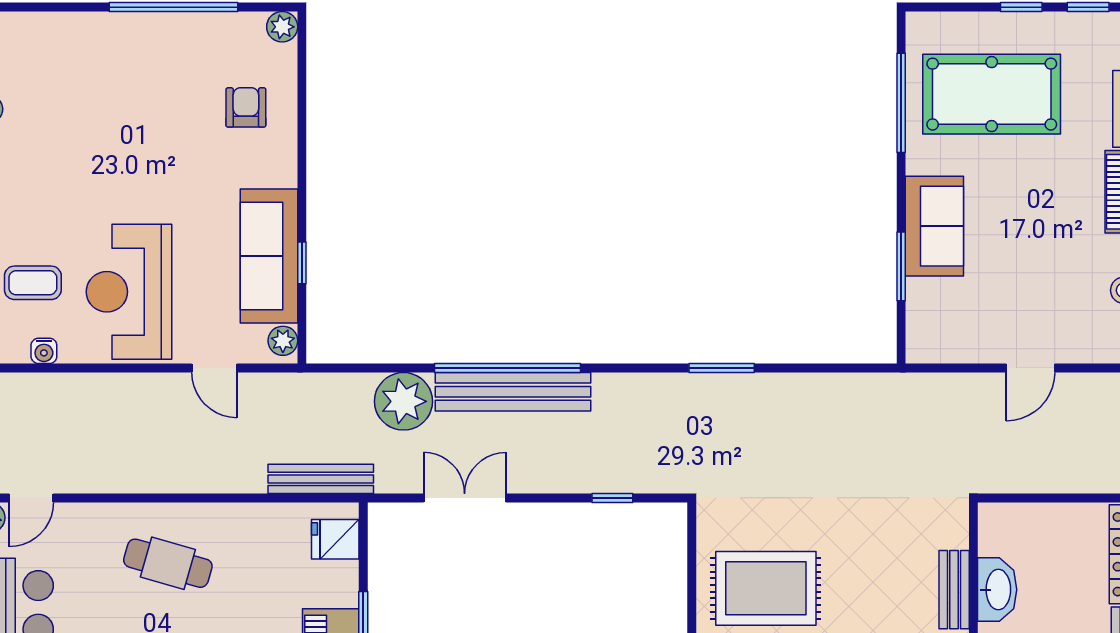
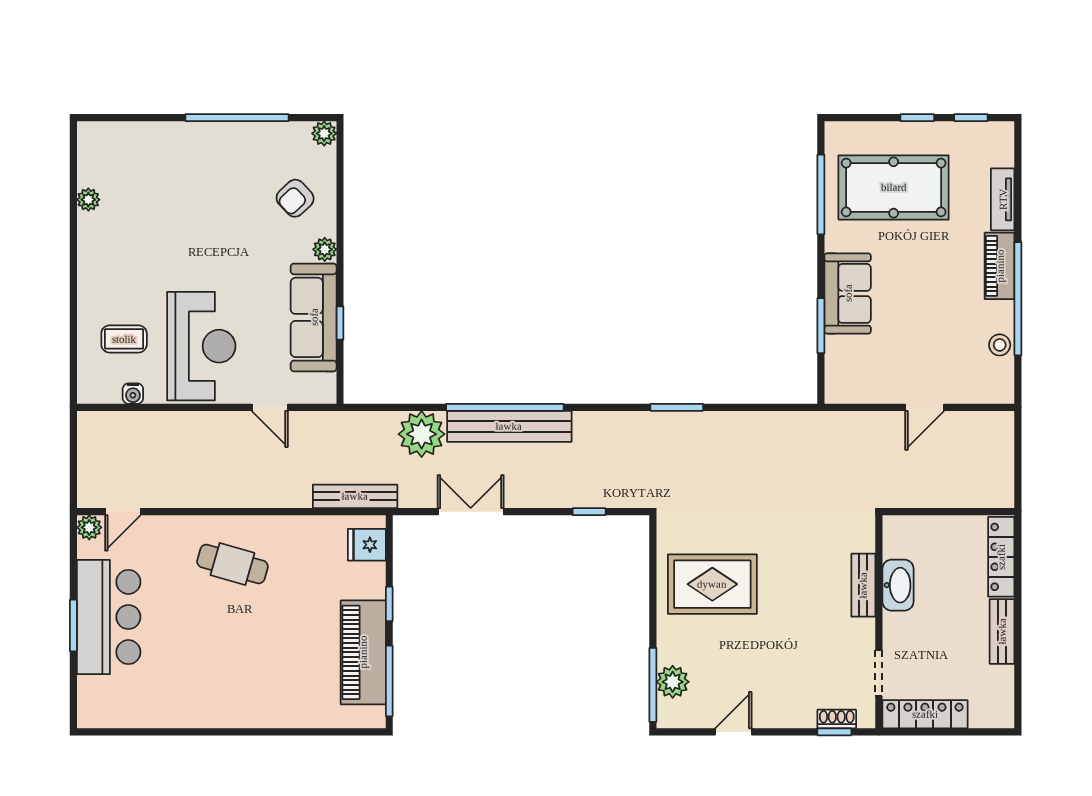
armchair: (246, 107) -> (295, 198), turned -133
reception desk: (129, 292) -> (201, 346), turned 180
plant: (283, 341) -> (325, 249), moved

